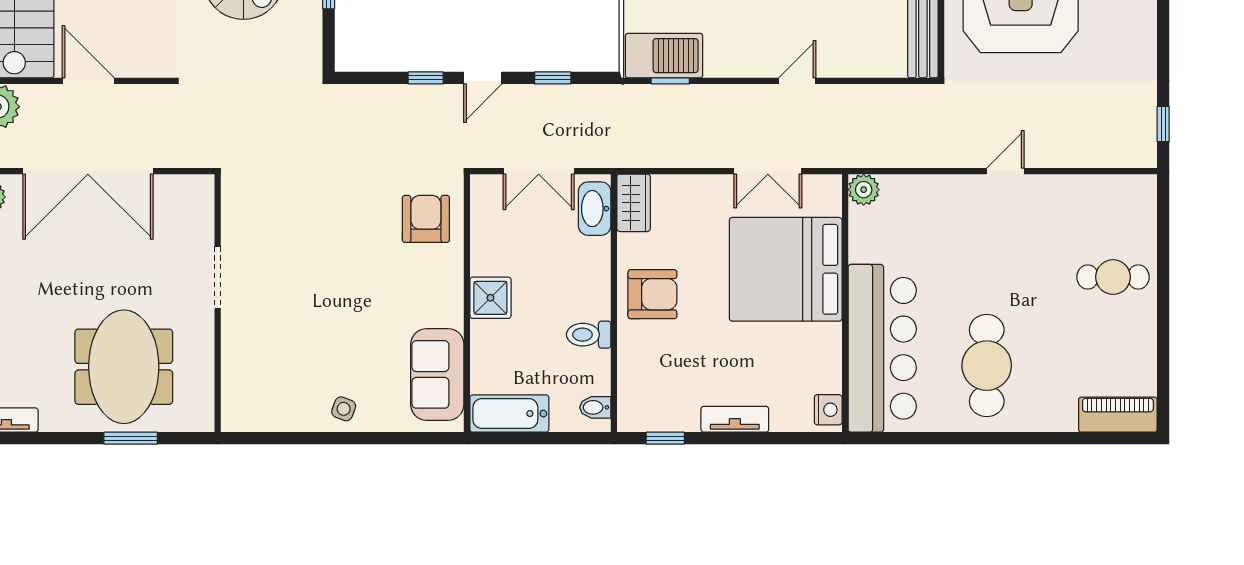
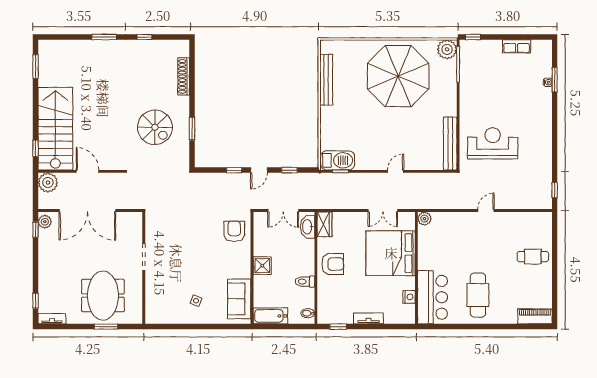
bar counter: (882, 348) -> (433, 297), width x0.73
side table: (344, 409) -> (196, 301), moved
nightstand: (828, 410) -> (409, 297), moved

